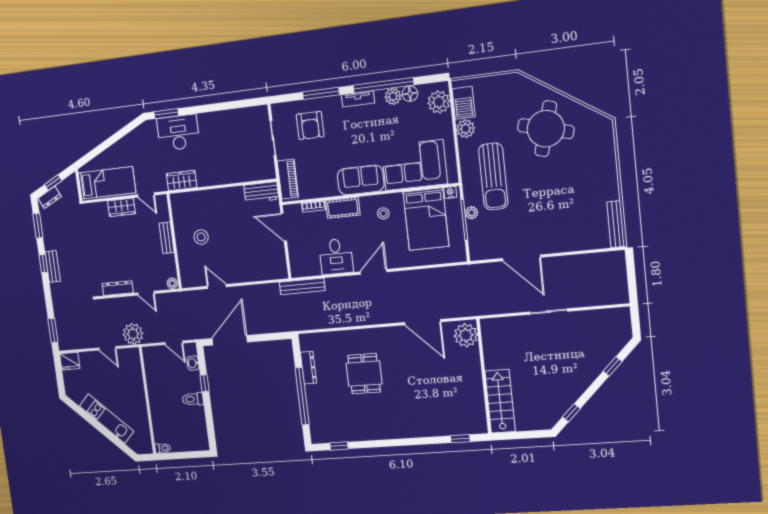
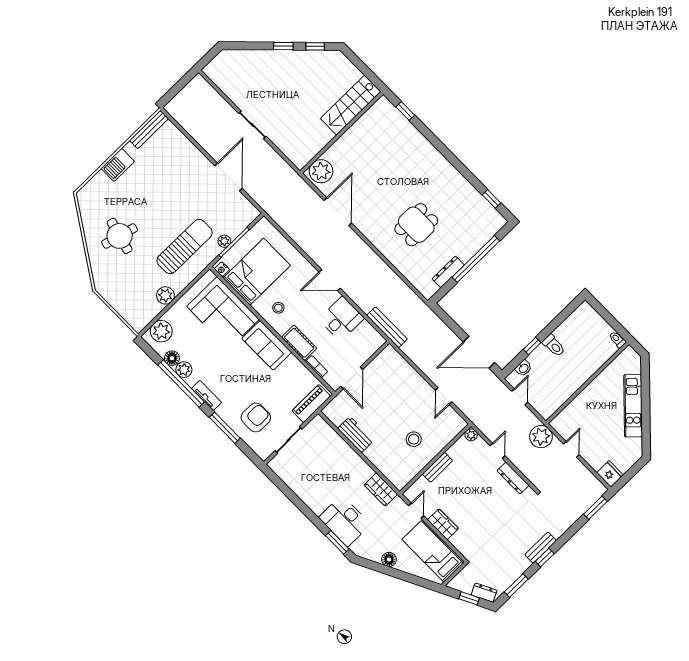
barbecue: (464, 103) -> (118, 165), moved, turned 180
round table: (546, 129) -> (120, 236), width x0.73, depth x0.73
floor lamp: (125, 144) -> (389, 559), added
workbench: (261, 192) -> (356, 434), moved
window: (612, 366) -> (283, 46), moved

